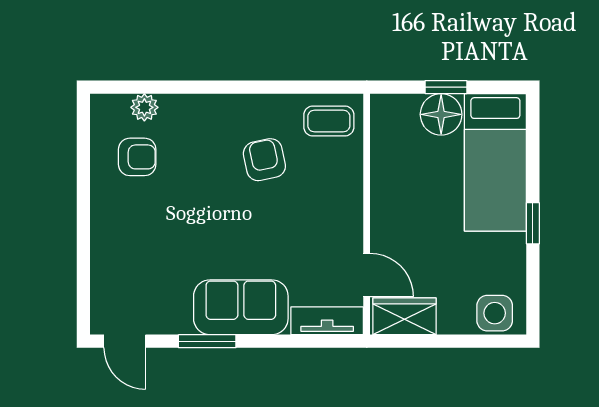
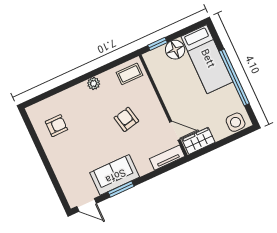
window: (446, 87) -> (157, 44), moved
plant: (144, 107) -> (94, 83), moved
armchair: (264, 160) -> (126, 119), moved
window: (533, 223) -> (234, 77), width x3.17
sofa: (241, 307) -> (115, 175), moved

